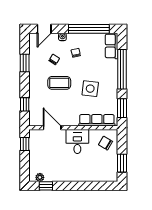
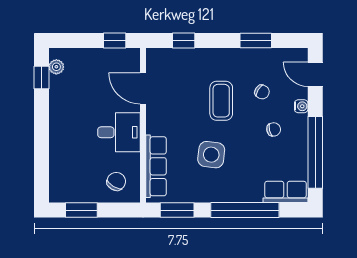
door: (52, 128) -> (143, 88), swing flipped

